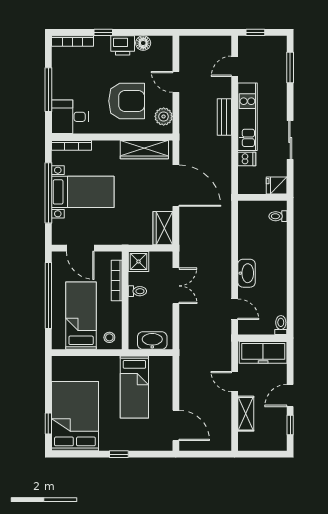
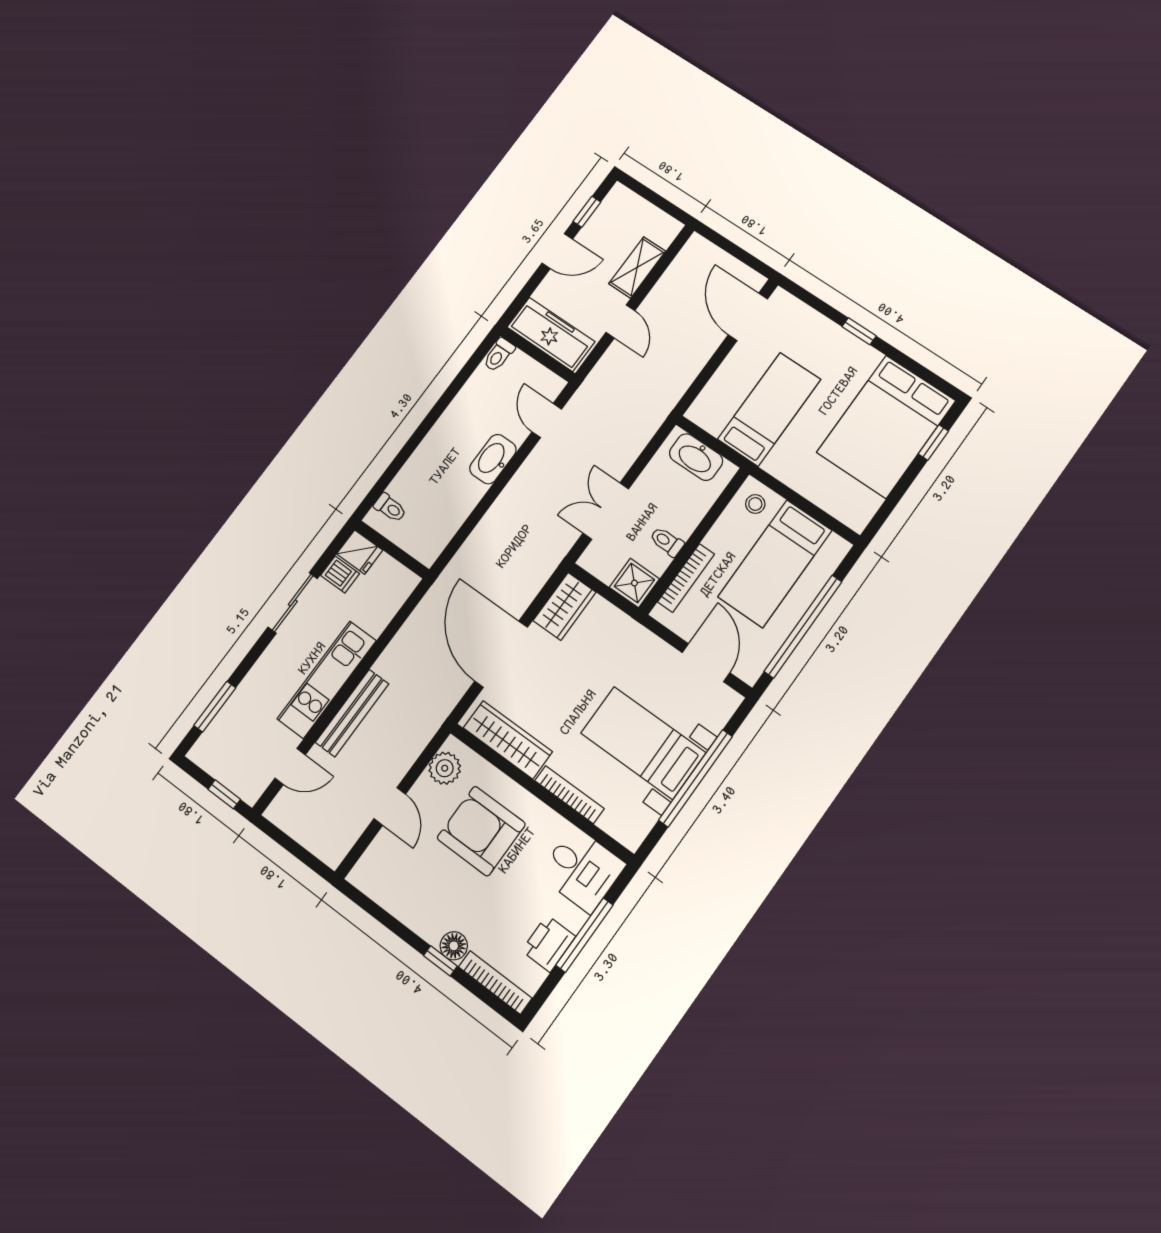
floor lamp: (143, 43) -> (454, 946), moved
printer: (123, 45) -> (549, 944), moved, turned -90
bench: (224, 117) -> (352, 713), width x1.36
bookcase: (72, 145) -> (569, 795), moved
dishwasher: (247, 159) -> (340, 574), moved, turned 180

